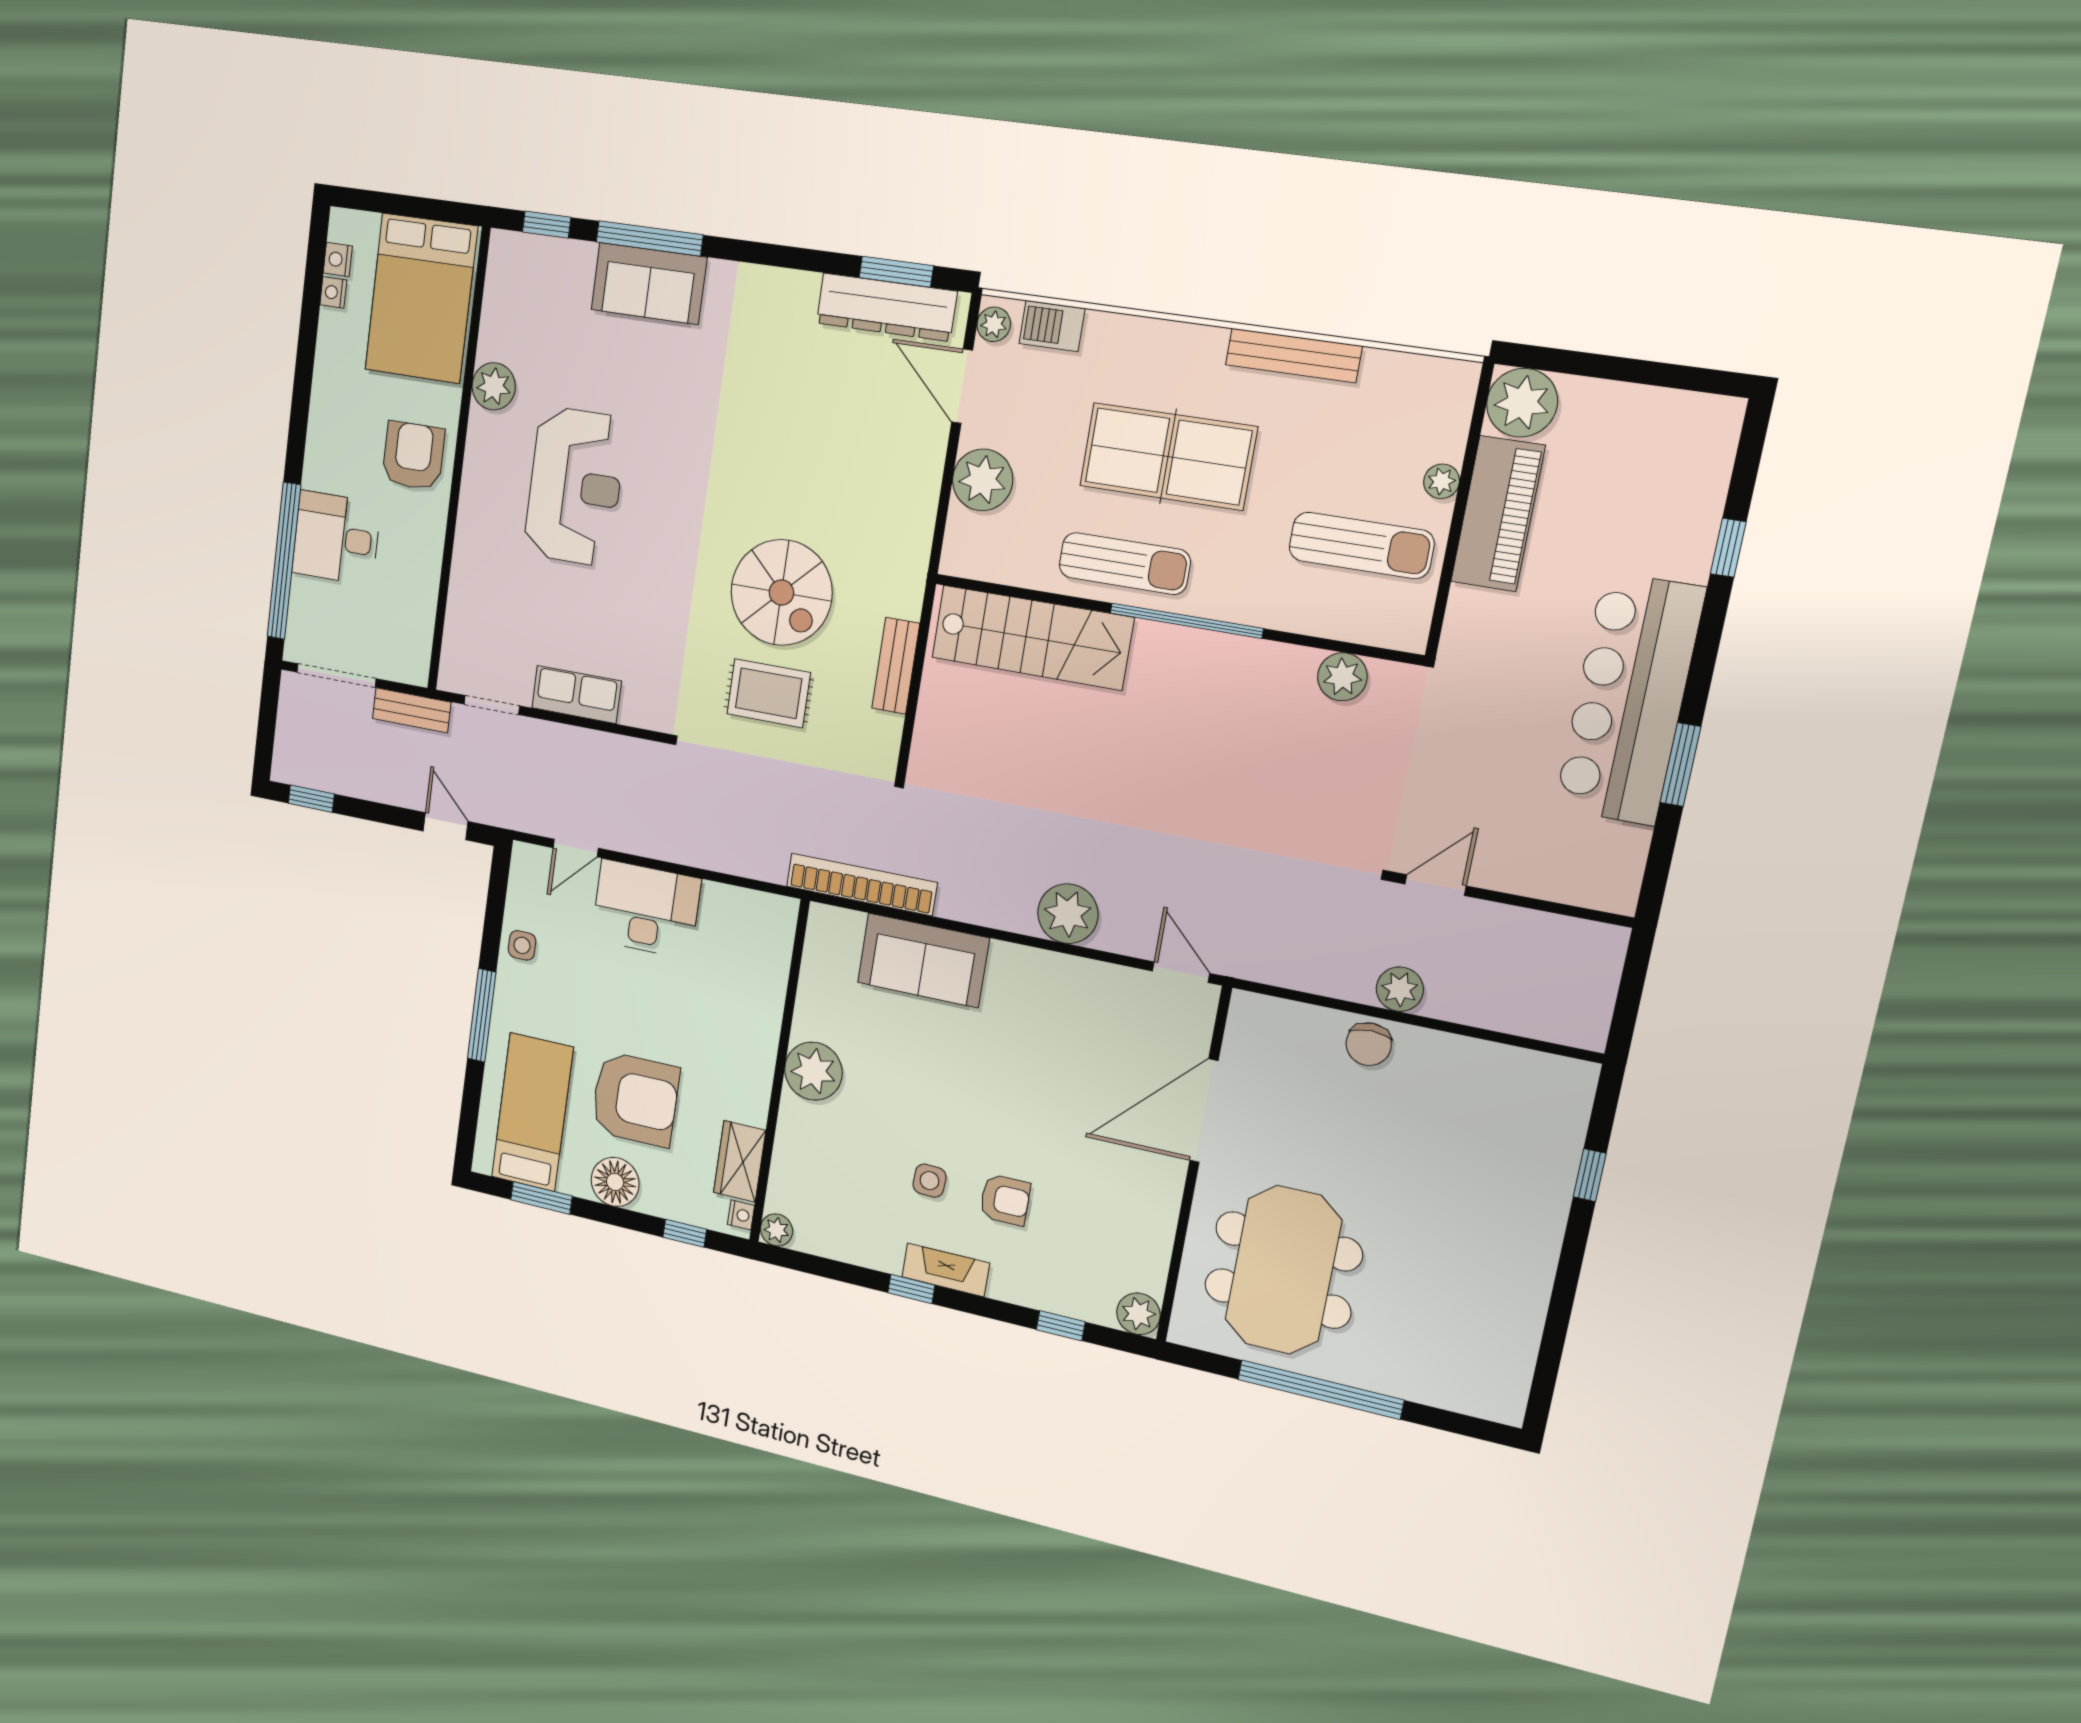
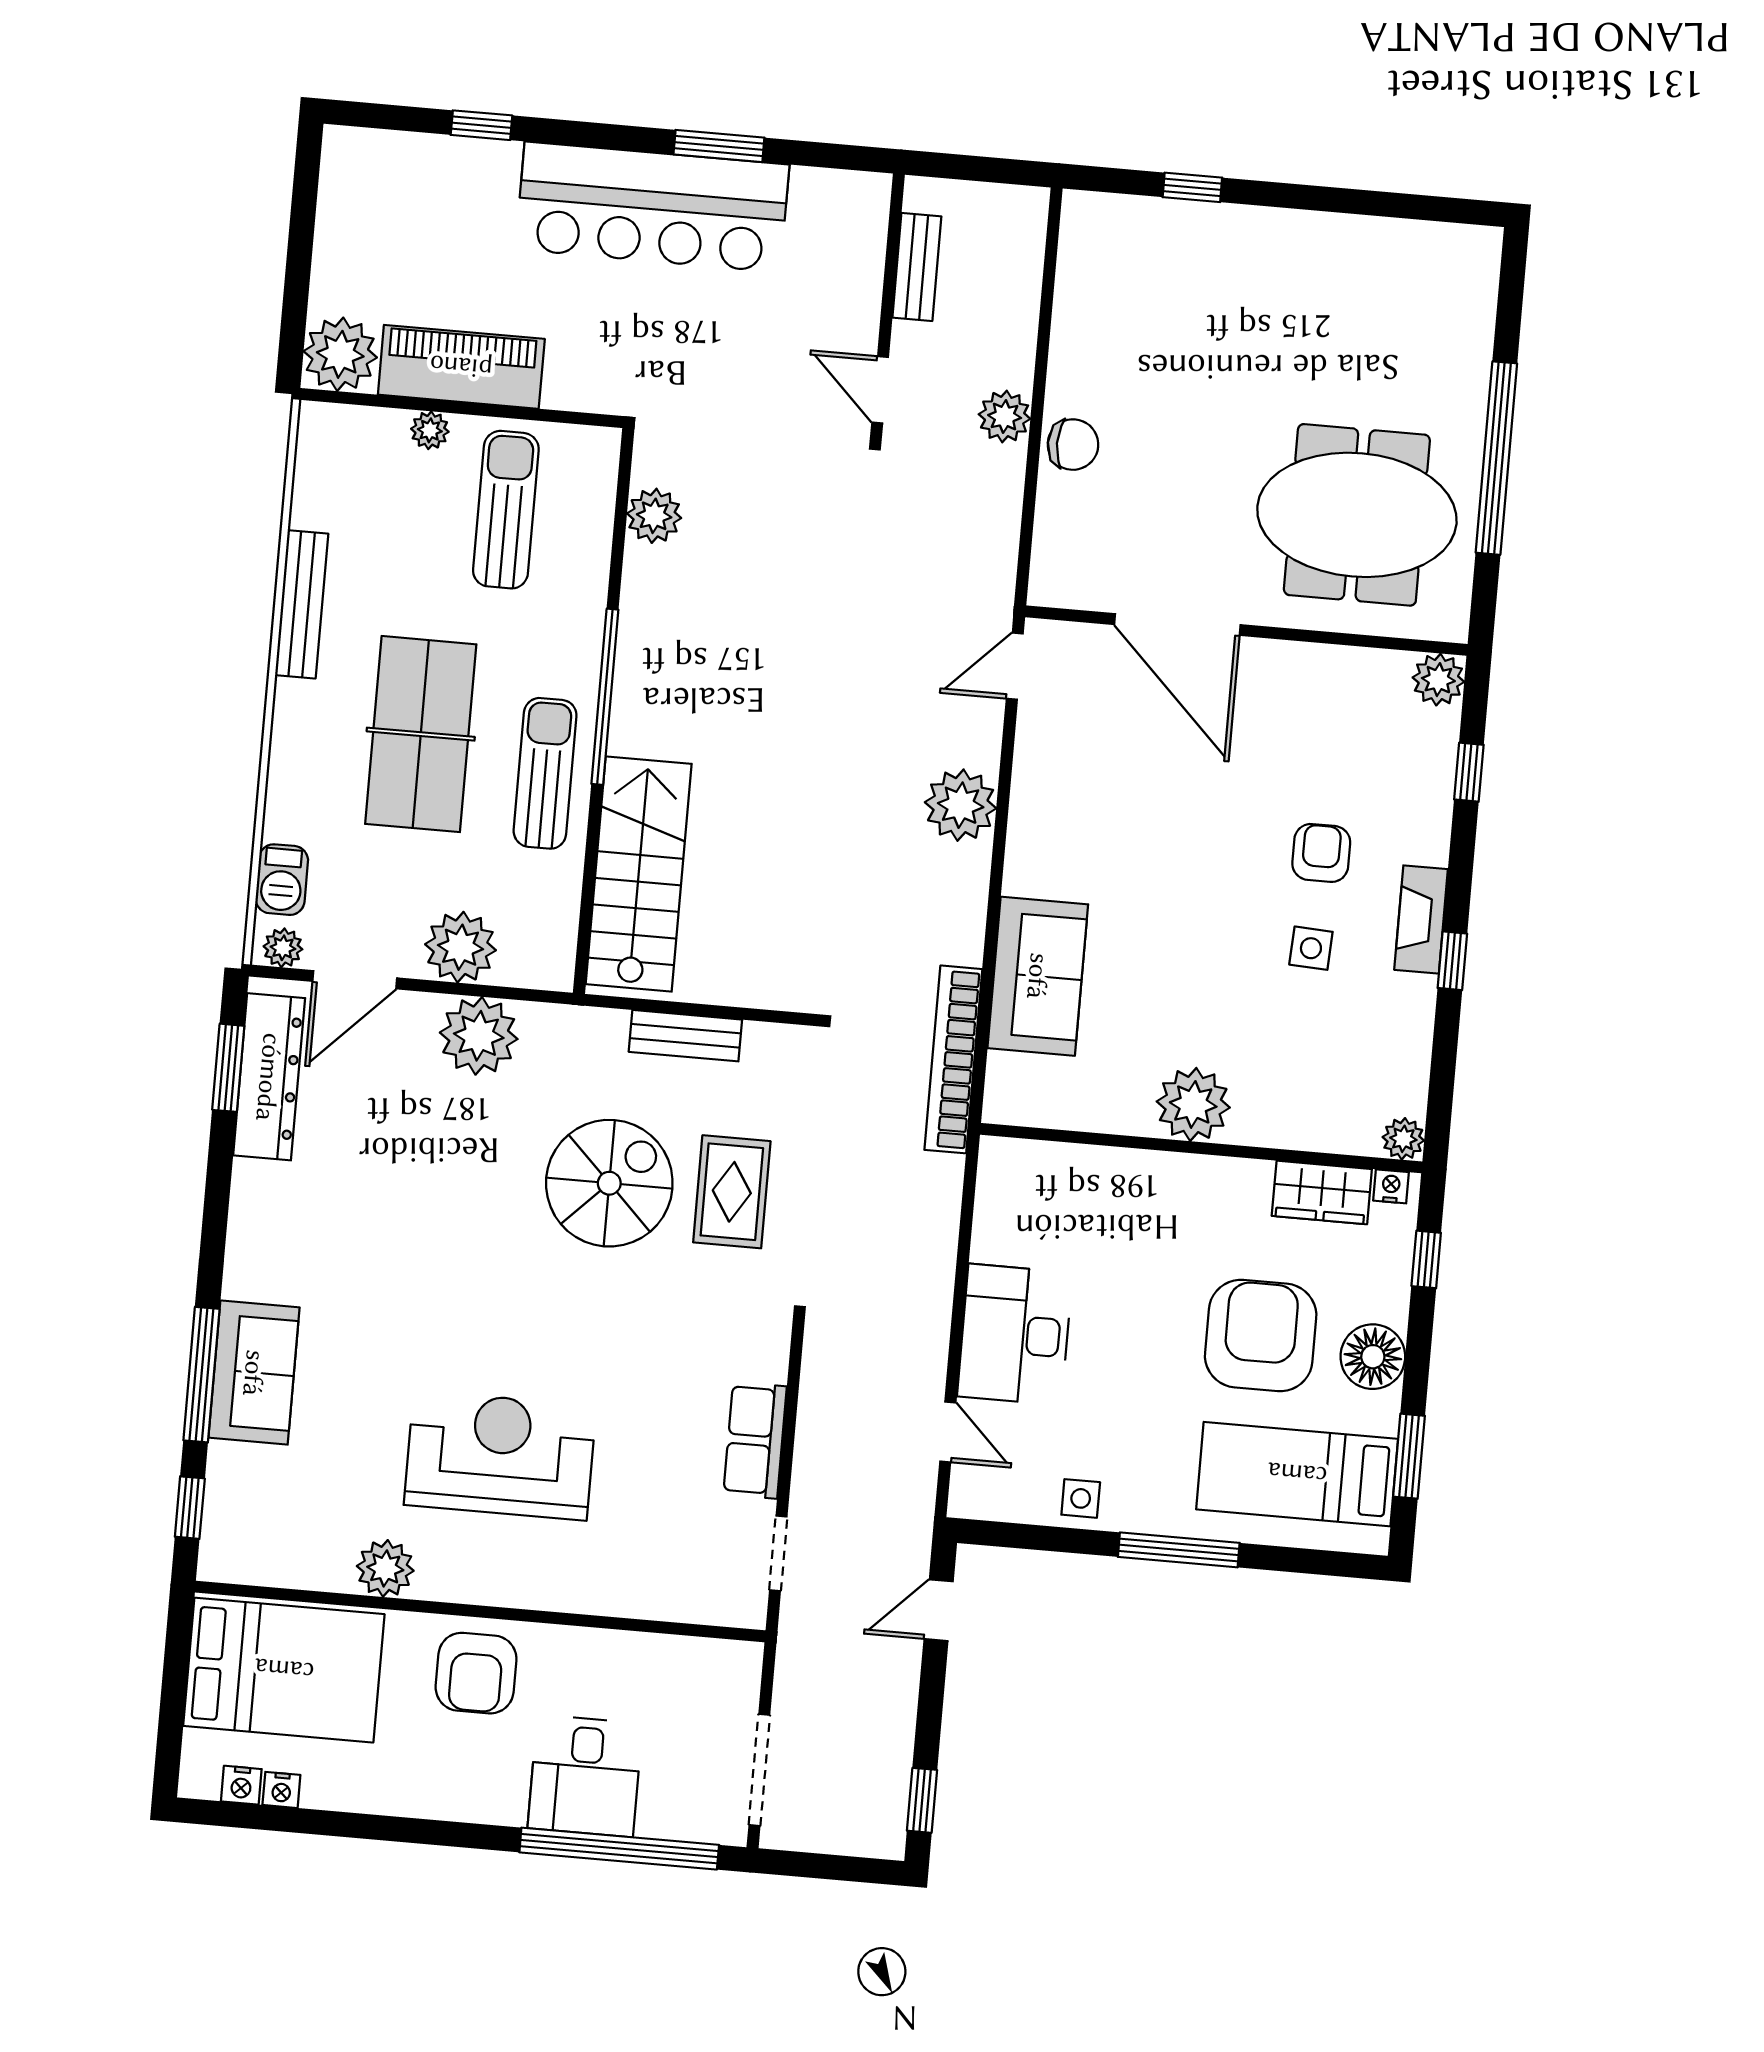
armchair: (413, 456) -> (476, 1673), turned -90
plant: (908, 491) -> (479, 1036), added
bench: (412, 710) -> (917, 267), moved

